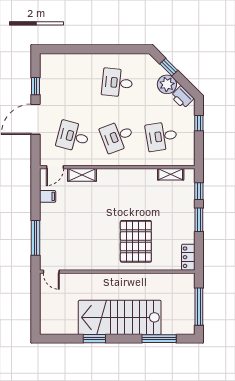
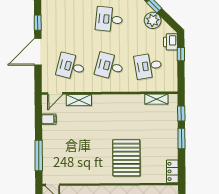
printer: (182, 97) -> (170, 42), moved, turned 45
desk: (117, 136) -> (109, 66), turned 36

